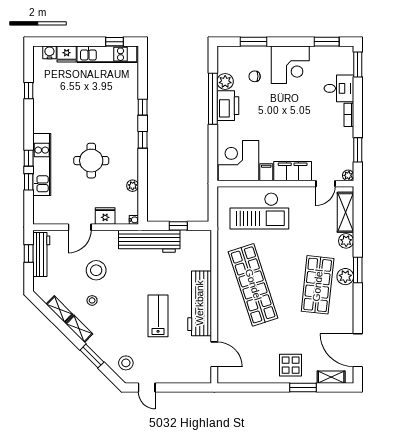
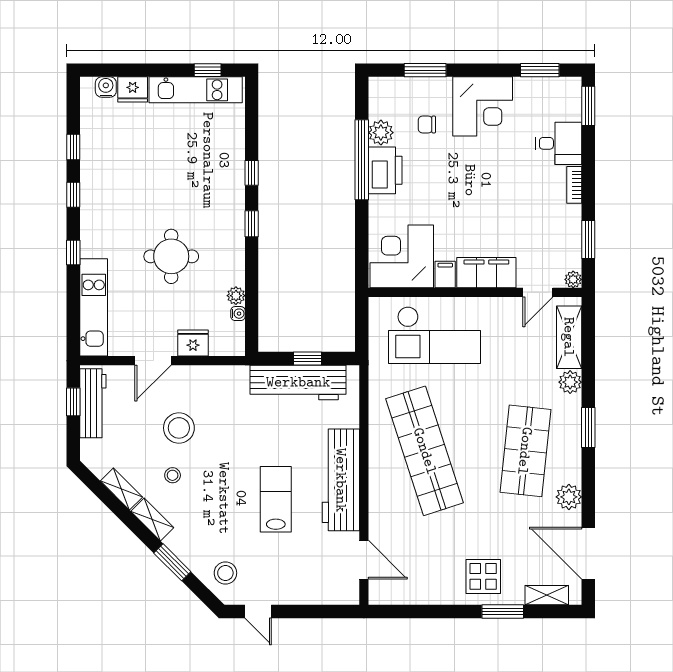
kitchen unit: (42, 164) -> (94, 307), moved
window: (29, 182) -> (73, 195), moved
water cooler: (134, 220) -> (238, 314), moved
workbench: (149, 241) -> (298, 382), moved
plant: (345, 277) -> (569, 497), moved

